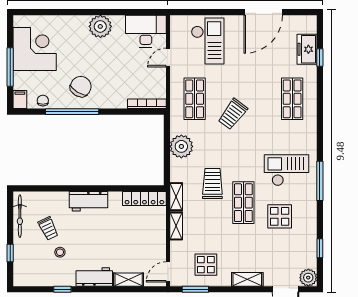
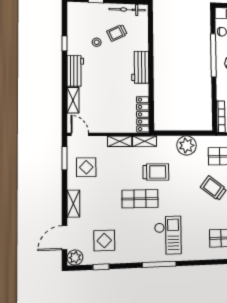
display table: (280, 216) -> (104, 241), moved

